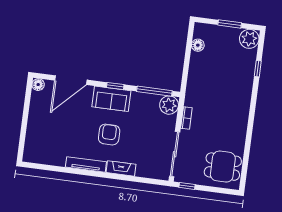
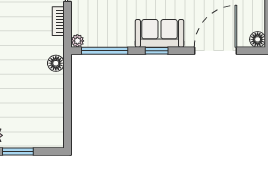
floor lamp: (198, 45) -> (56, 63), moved
plant: (169, 105) -> (77, 41), width x0.53, depth x0.53

